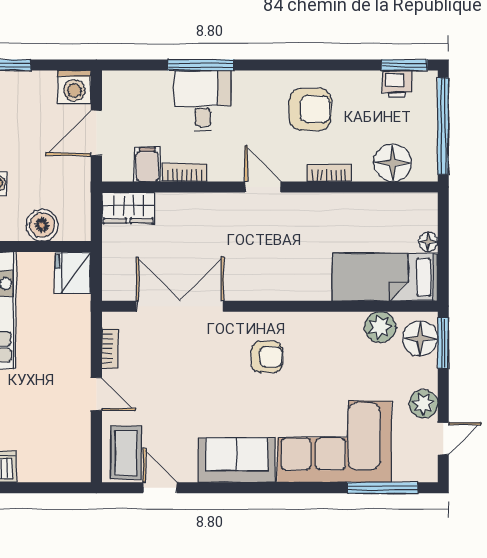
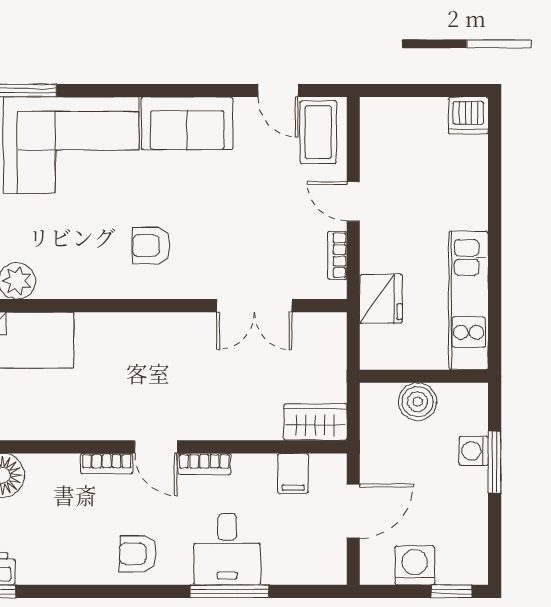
washing machine: (74, 87) -> (415, 565), moved
armchair: (310, 109) -> (138, 554), moved, width x0.72, depth x0.72
bookcase: (185, 173) -> (204, 464), moved
bookcase: (329, 173) -> (107, 464), moved
fridge: (73, 273) -> (381, 299), moved
double door: (180, 306) -> (254, 306), width x0.73

